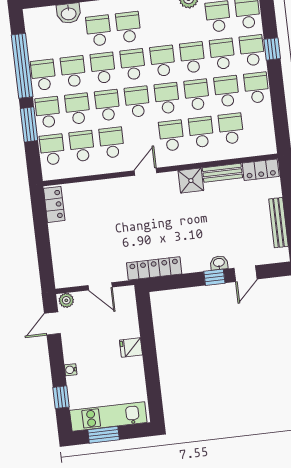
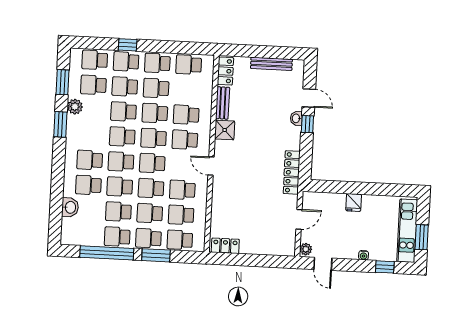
school desk: (231, 129) -> (189, 65), moved

